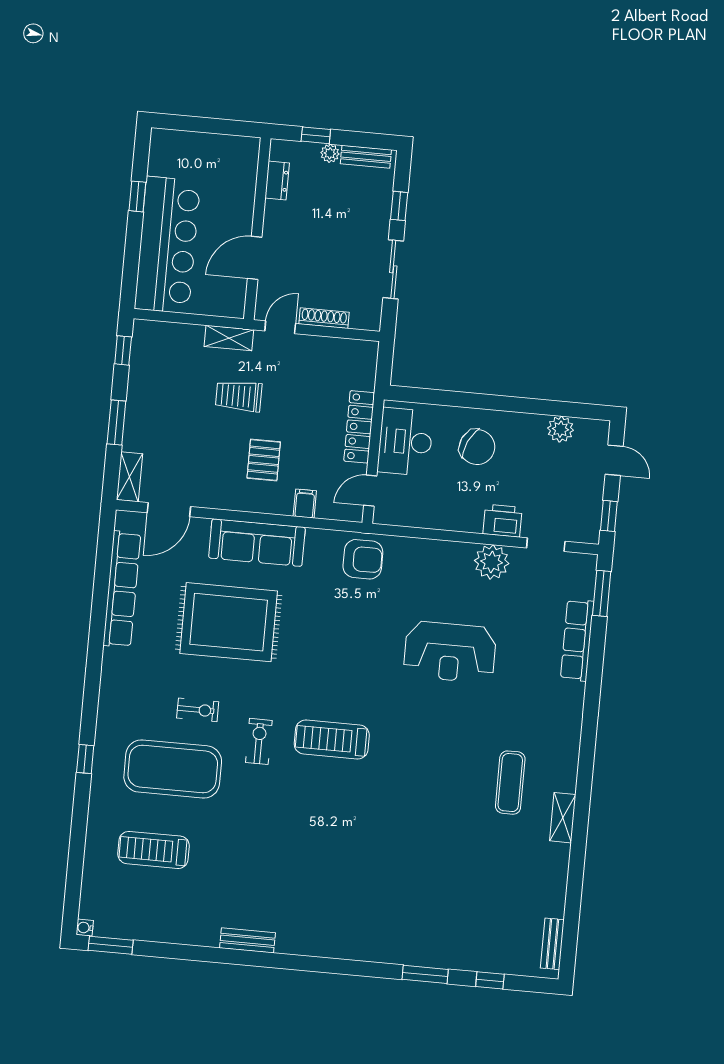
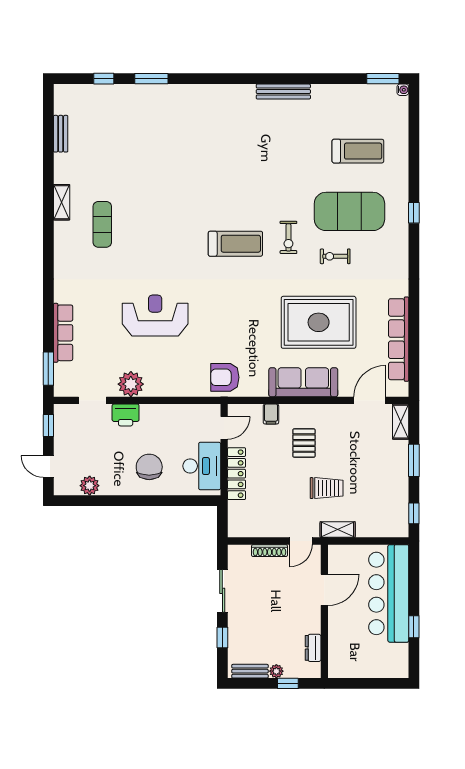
chair: (477, 447) -> (149, 467), turned 65
bench: (247, 940) -> (283, 92), width x1.36
bench: (552, 944) -> (61, 134), moved

